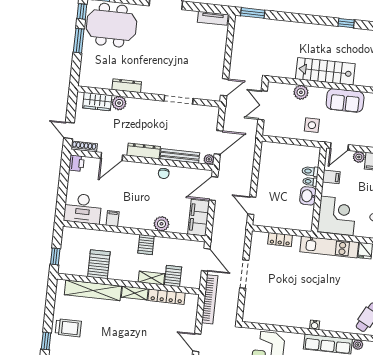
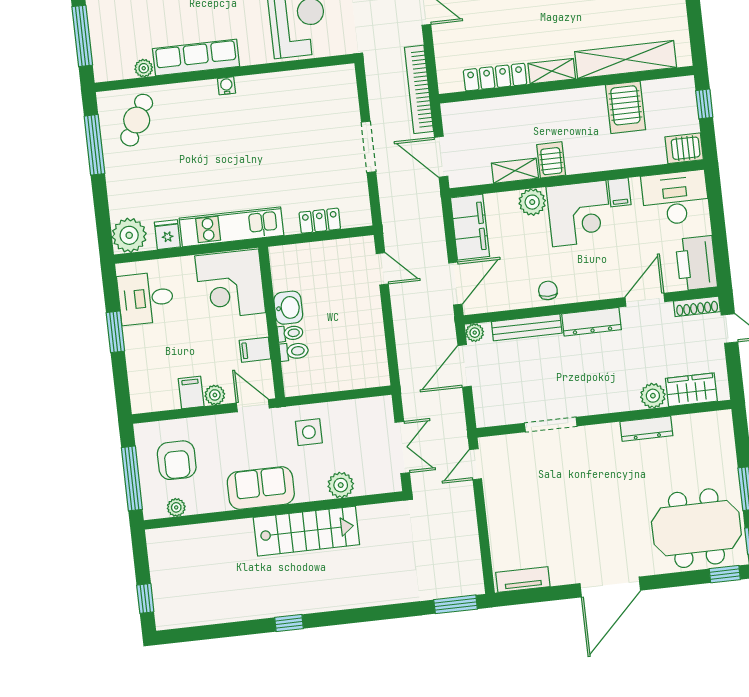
door: (339, 147) -> (253, 406), hinge flipped
printer: (76, 163) -> (696, 263), width x1.87, depth x1.48
corner desk: (137, 212) -> (579, 214), added
server rack: (173, 276) -> (684, 148), moved, turned 90
shelving: (151, 278) -> (515, 171), moved

